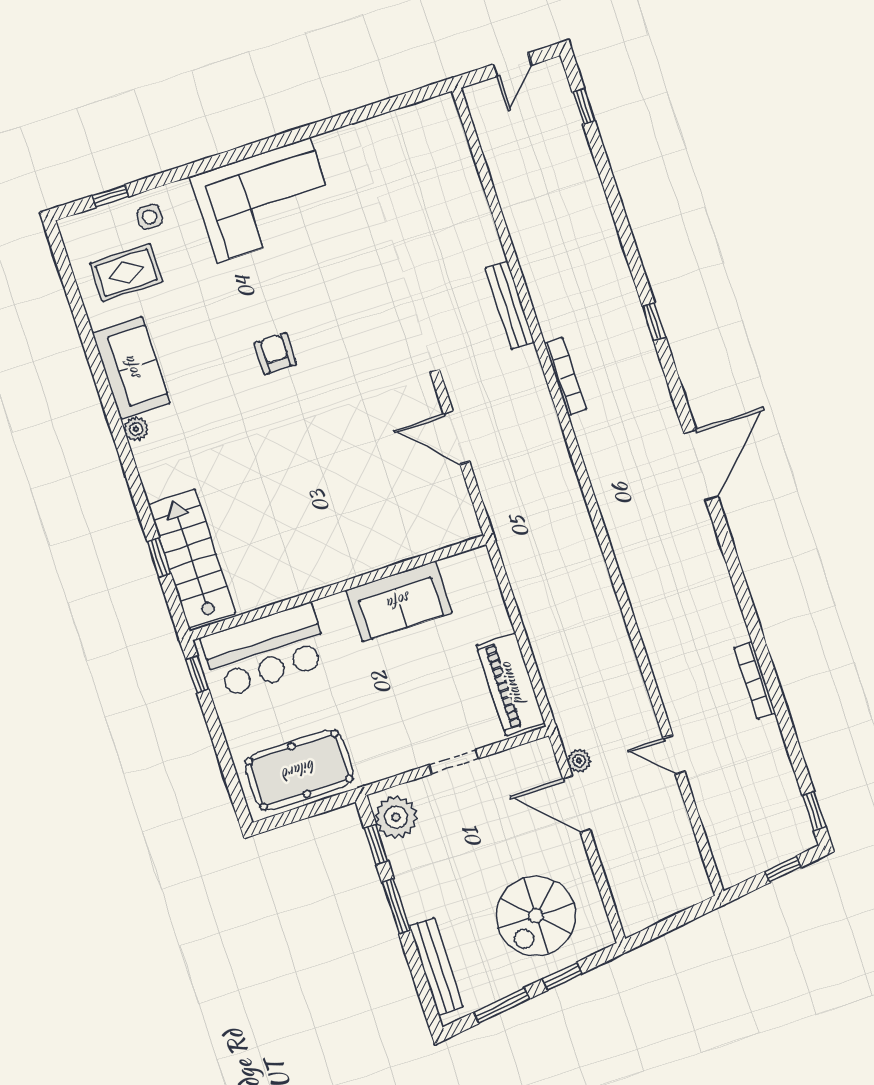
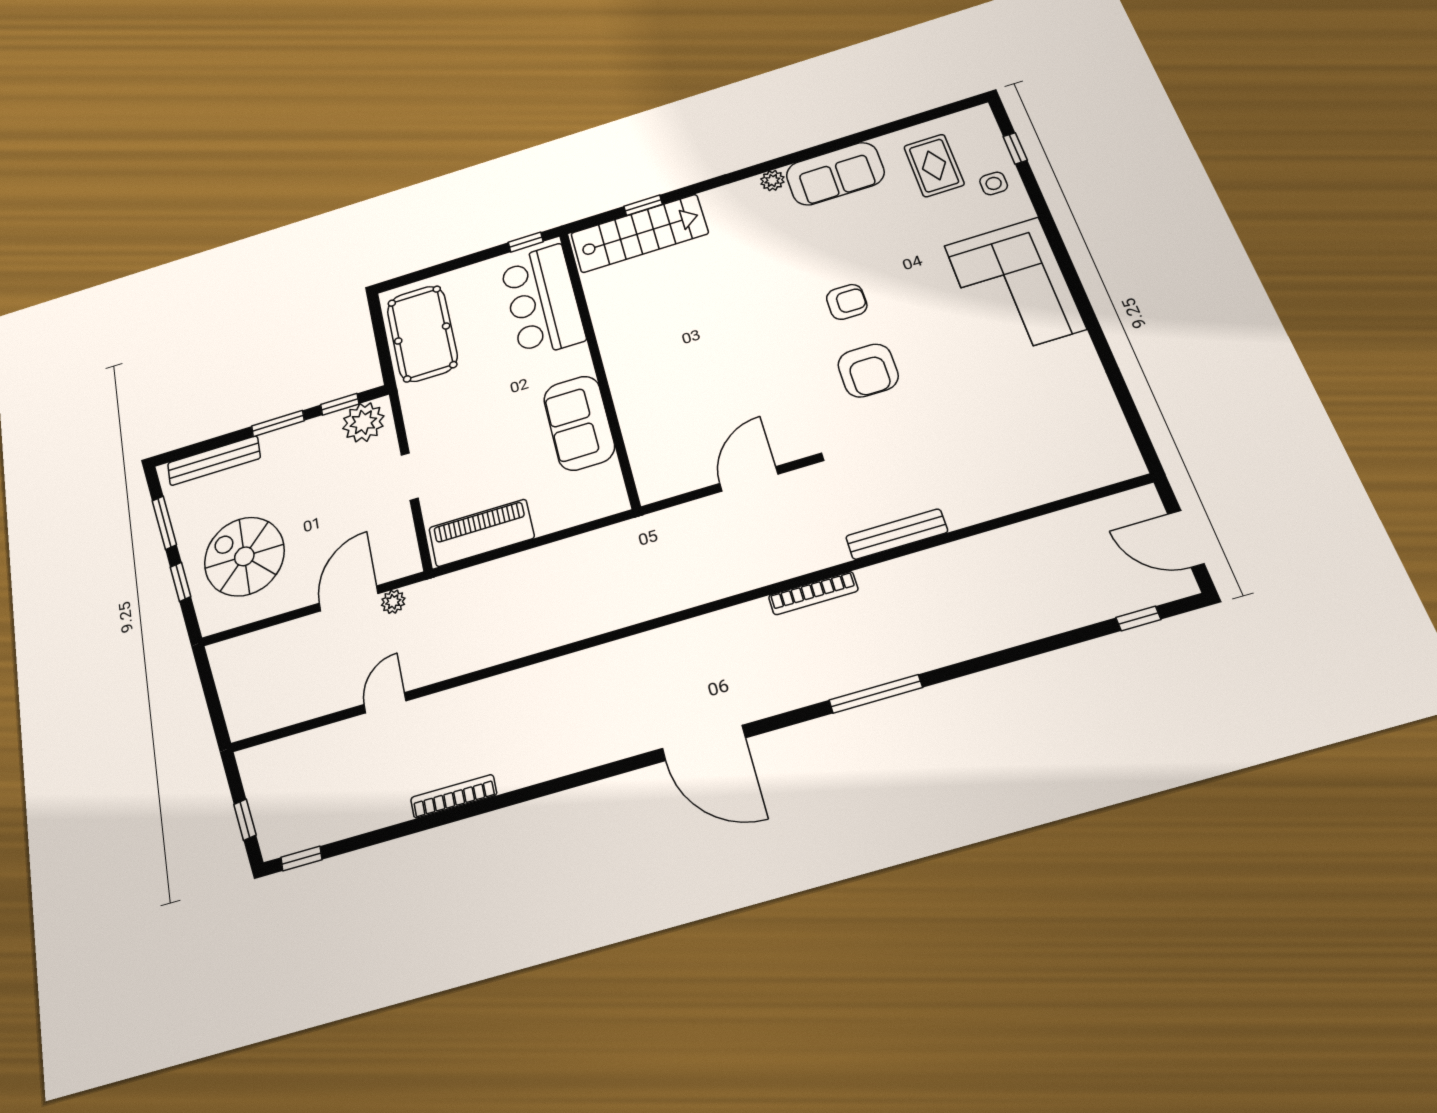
door: (512, 65) -> (1186, 539), width x1.38
window: (654, 322) -> (876, 694), width x2.17
armchair: (348, 333) -> (868, 370), added

